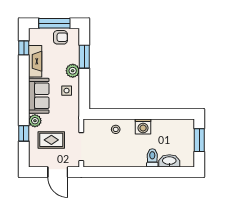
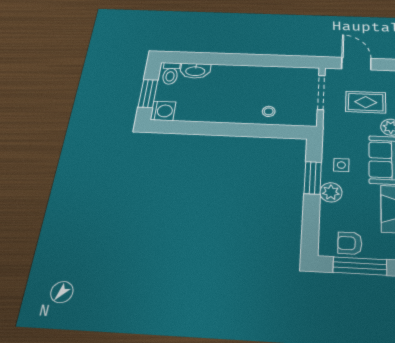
window: (84, 57) -> (313, 178), moved
washing machine: (143, 126) -> (163, 111), moved, turned 90
toilet: (152, 158) -> (171, 73), moved

